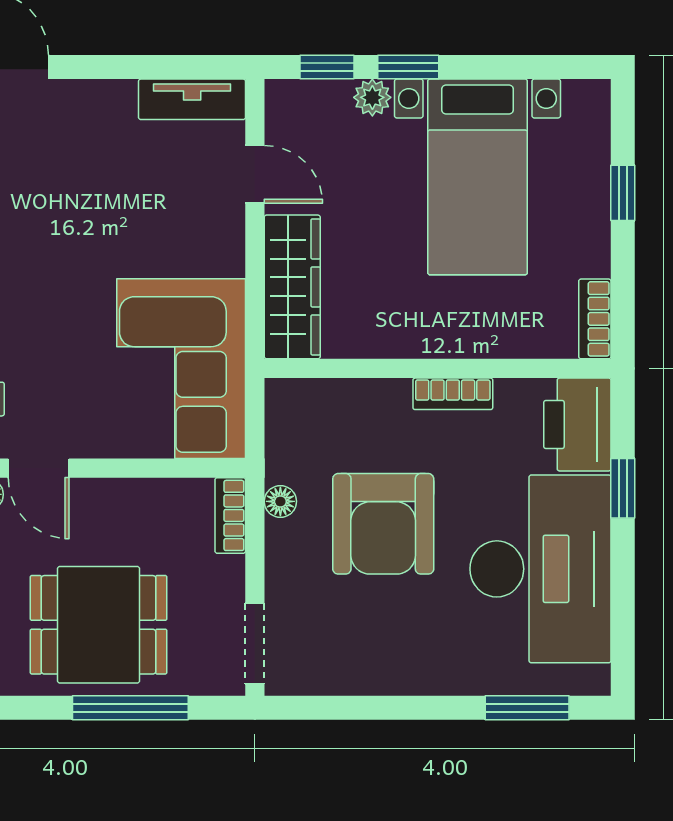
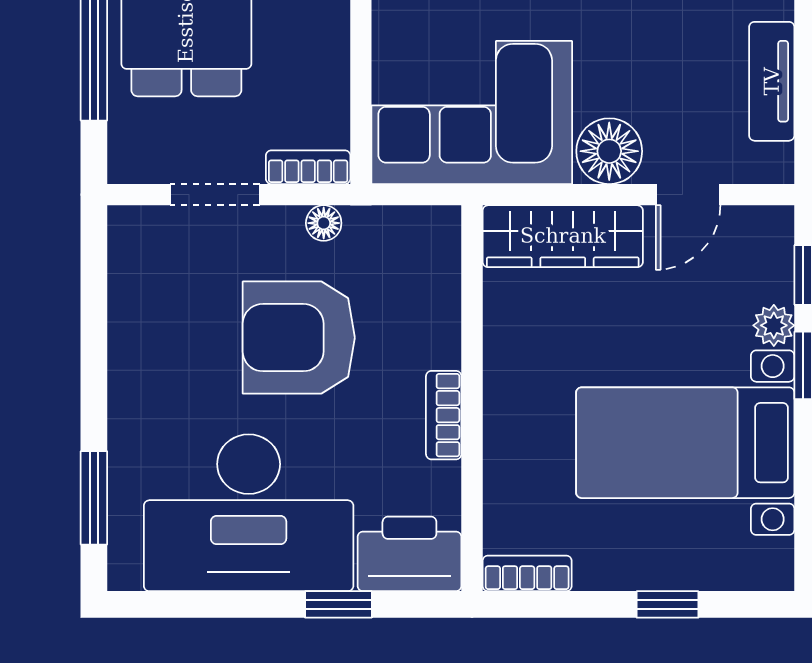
tv unit: (192, 99) -> (772, 81), moved
floor lamp: (216, 245) -> (609, 151), added
doorway: (255, 644) -> (215, 195), moved

